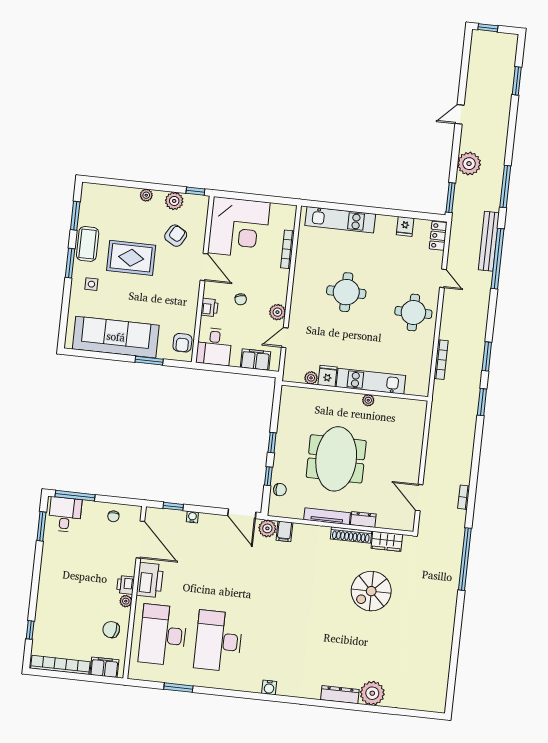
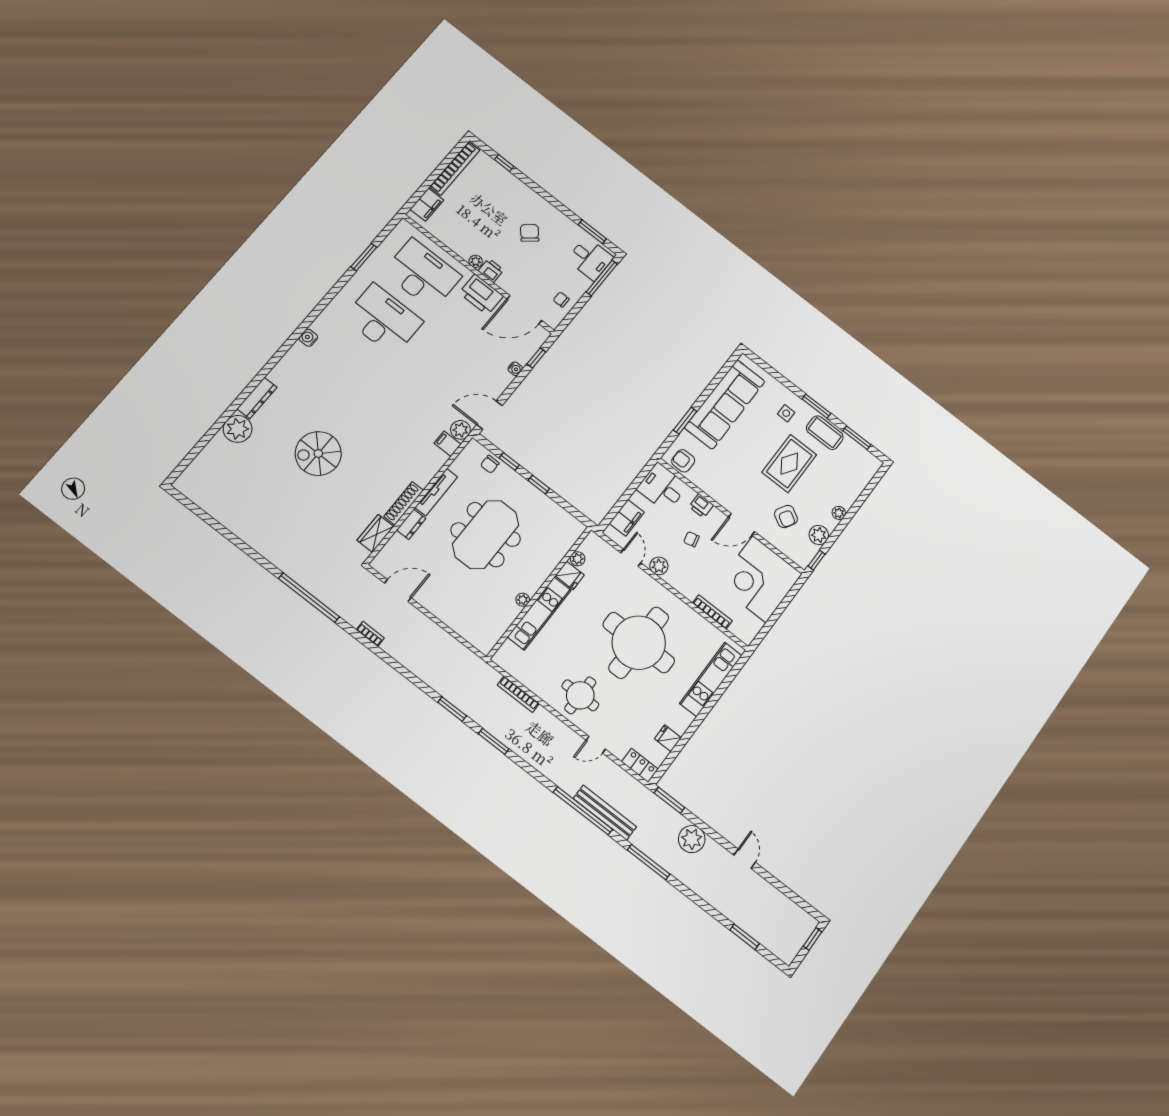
round table: (346, 292) -> (639, 643), width x1.86, depth x1.86
meeting table: (336, 459) -> (486, 535), turned 90
spiral stairs: (371, 591) -> (318, 454), moved, turned -90
chair: (111, 630) -> (530, 233), moved, turned -53

